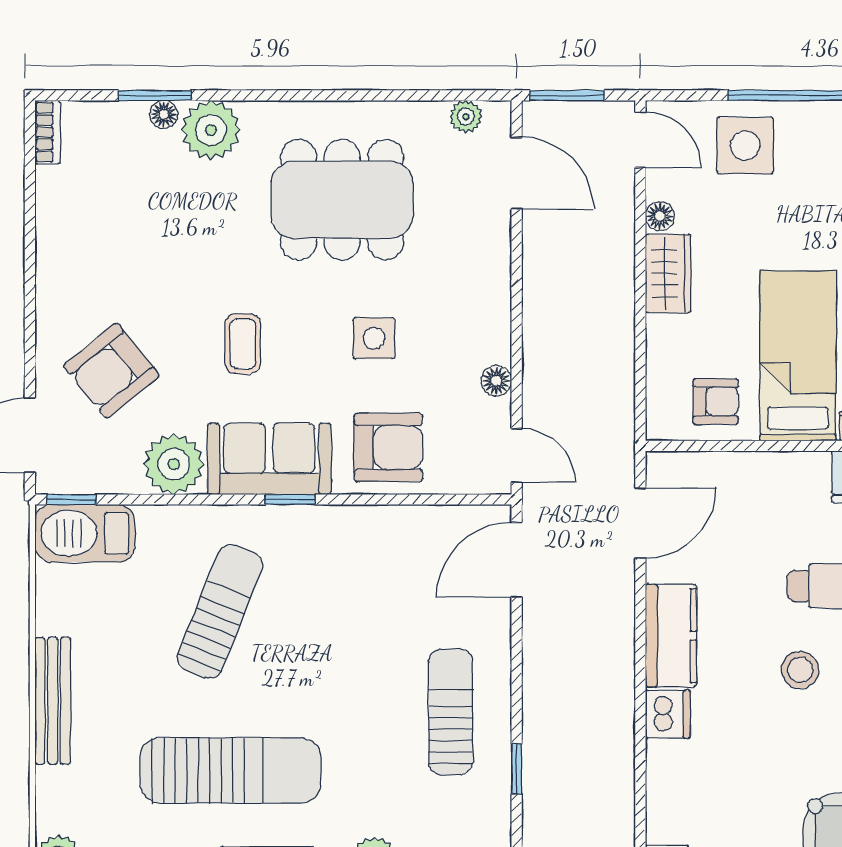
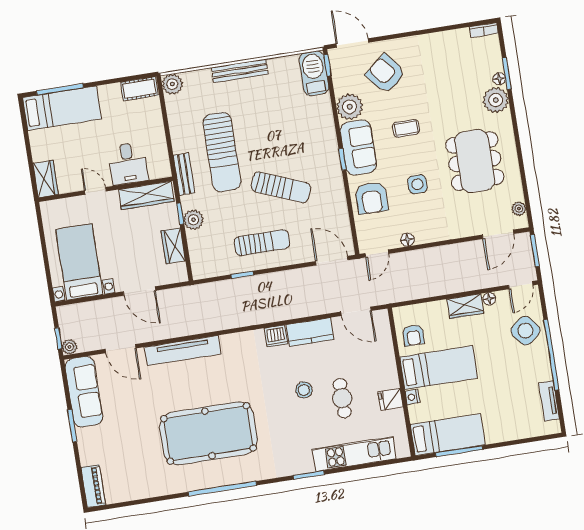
side table: (745, 146) -> (525, 331), turned -38
sun lounger: (220, 612) -> (281, 187), moved

